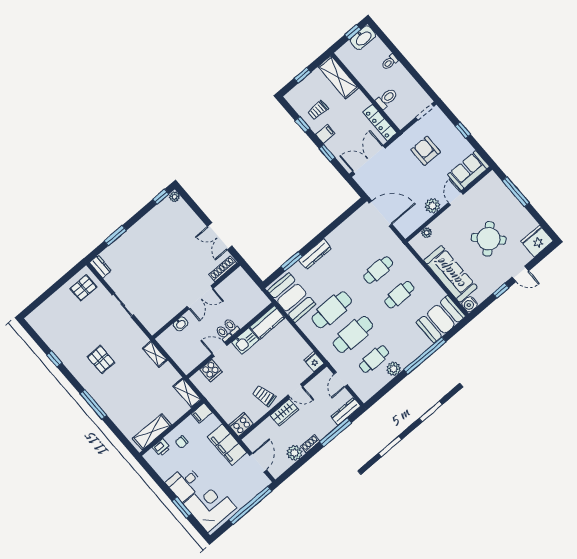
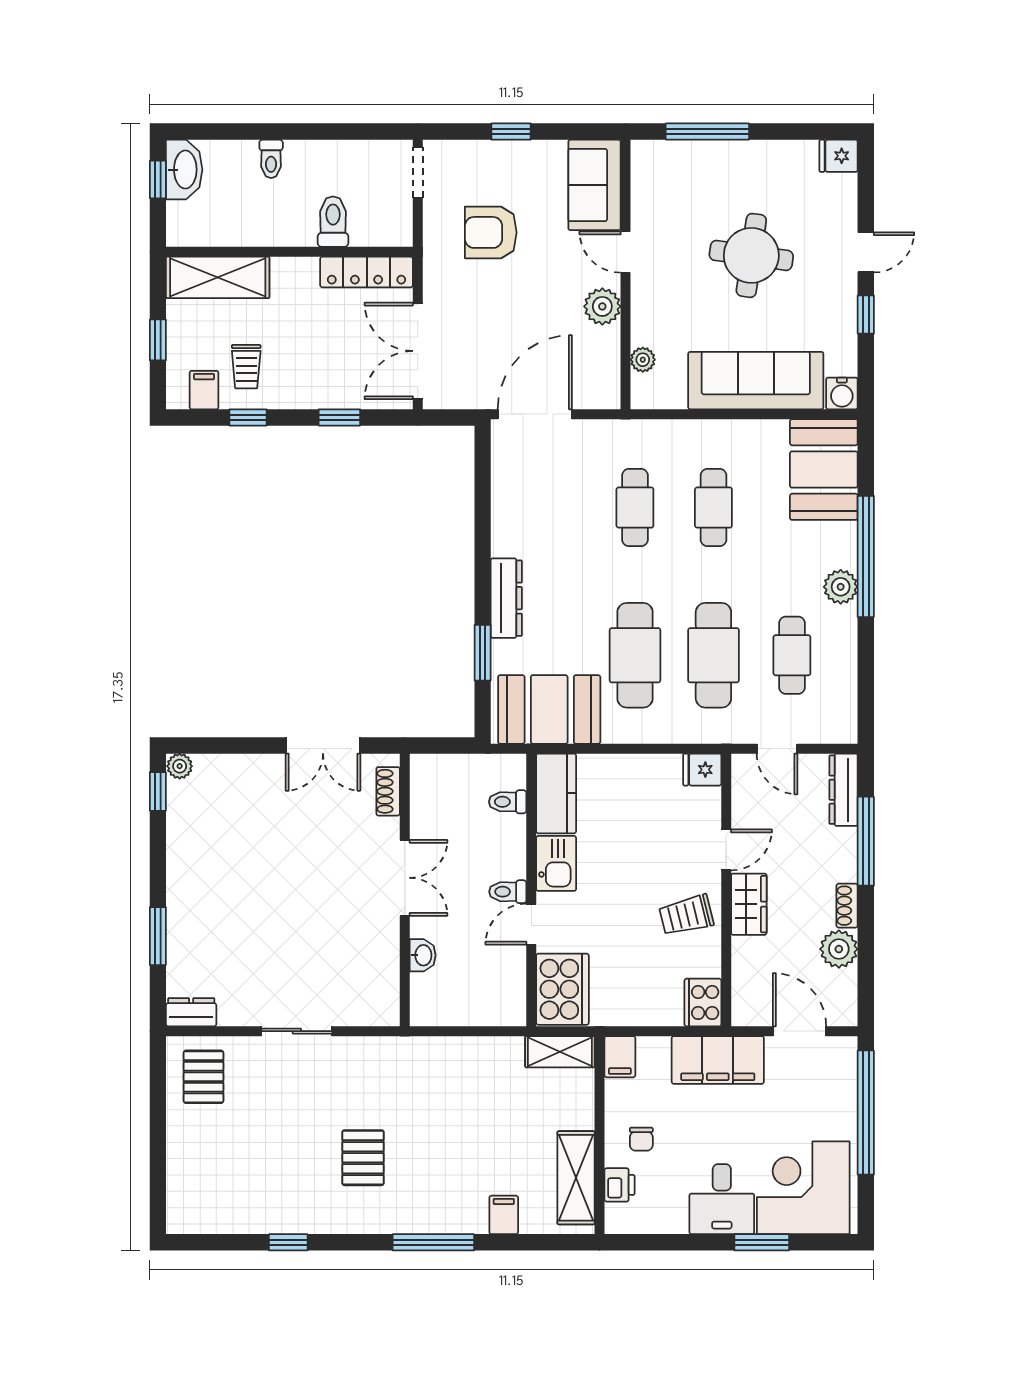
filing cabinet: (325, 134) -> (204, 390), moved
round table: (489, 239) -> (751, 255), turned -38
fridge: (537, 241) -> (838, 156), width x0.53, depth x0.75
shoe rack: (223, 269) -> (388, 791), width x0.70
toilet: (231, 327) -> (508, 802), moved
shelving: (155, 354) -> (438, 1050), removed
pallet: (101, 360) -> (363, 1158), turned 90
plant: (394, 369) -> (841, 587), moved
cooker: (211, 370) -> (562, 989), width x1.87, depth x1.31
filing cabinet: (121, 419) -> (504, 1215), added

